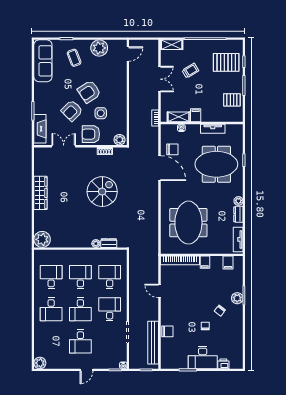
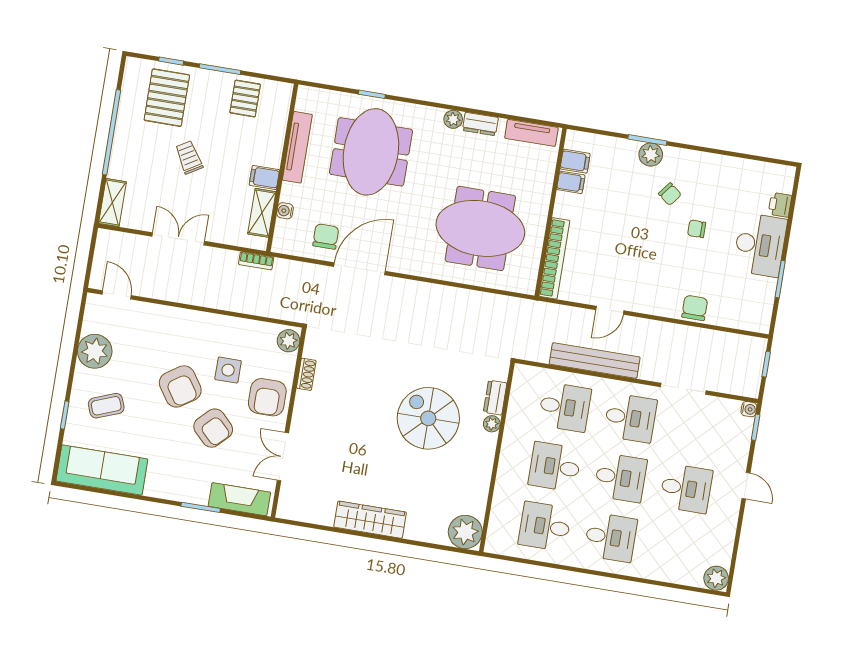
trolley: (190, 71) -> (189, 157), moved
tv unit: (213, 129) -> (297, 147), width x1.41
spiral stairs: (102, 192) -> (428, 418), moved
filing cabinet: (205, 262) -> (571, 182), moved
desk: (110, 277) -> (565, 407), turned 180
desk: (110, 309) -> (630, 418), turned 180
bench: (153, 343) -> (595, 361), moved

